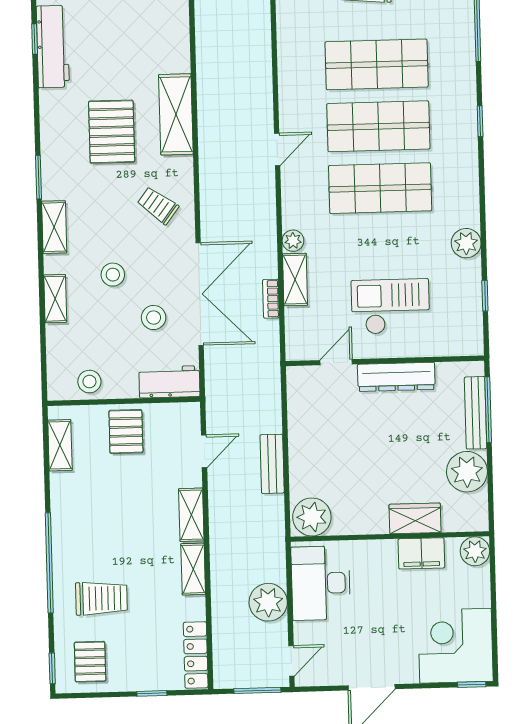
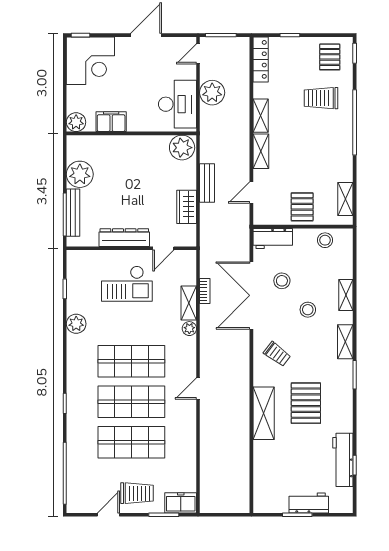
wardrobe: (415, 518) -> (187, 207), moved, turned 90

